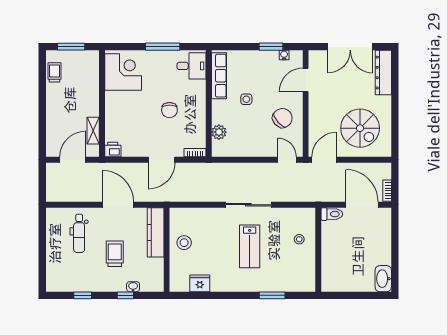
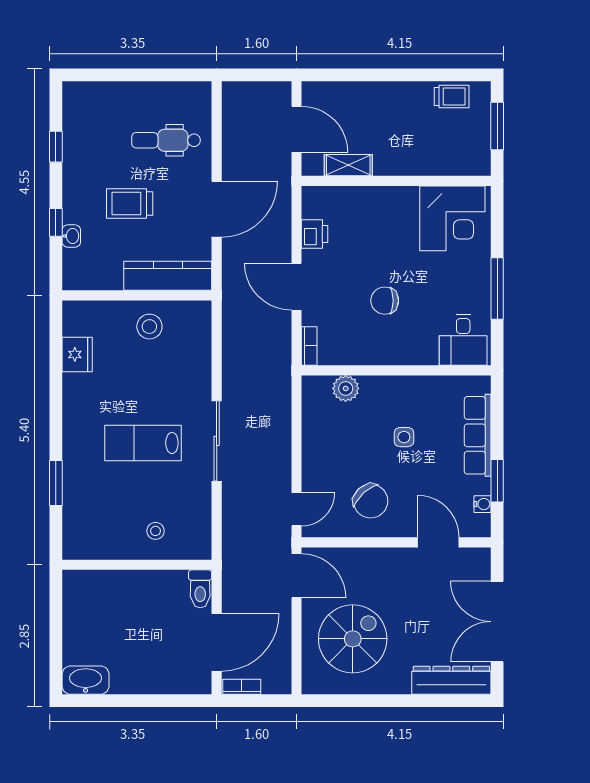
row of seats: (219, 76) -> (478, 435), moved, turned 90
spiral stairs: (360, 128) -> (353, 639), turned 180
printer: (113, 150) -> (315, 234), moved
trolley: (115, 254) -> (130, 203), turned 180

